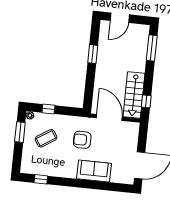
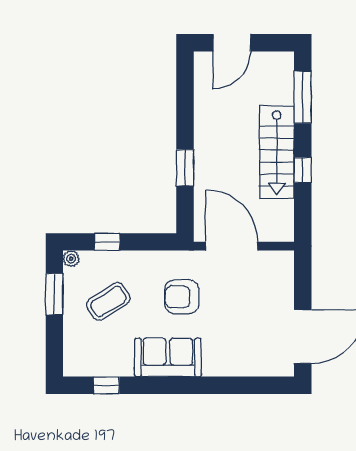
window: (93, 54) -> (185, 168), moved
stairs: (134, 95) -> (277, 152), moved
window: (146, 101) -> (303, 170), moved
sofa: (94, 171) -> (168, 357), moved

